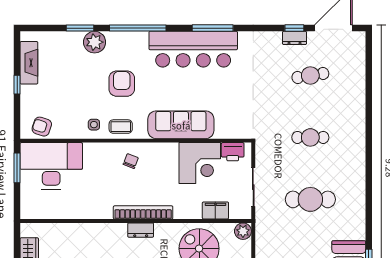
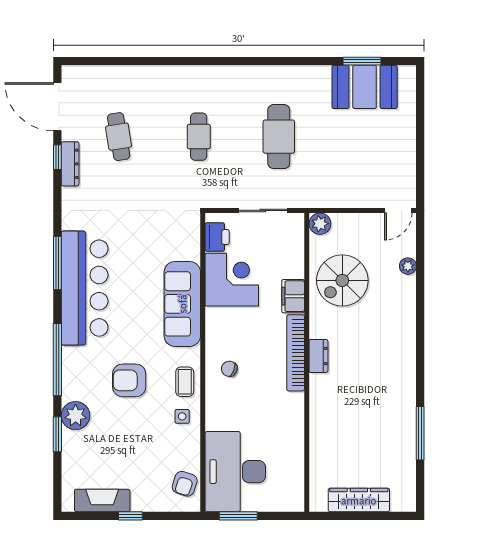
dresser: (295, 38) -> (70, 164), width x1.44
filing cabinet: (215, 210) -> (293, 296), moved

